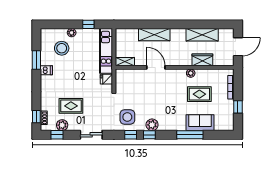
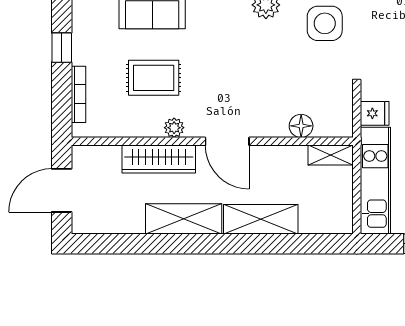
shelving: (202, 35) -> (184, 219), moved
wardrobe: (202, 60) -> (159, 159), width x1.50
door: (156, 67) -> (227, 141), moved
floor lamp: (137, 74) -> (301, 126), added

